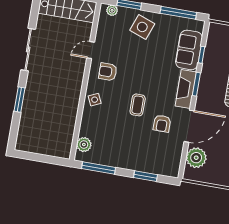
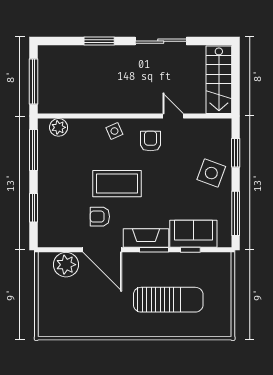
plant: (112, 10) -> (225, 133), removed
coffee table: (138, 105) -> (117, 184), width x1.86, depth x1.72
window: (43, 158) -> (33, 82), added

